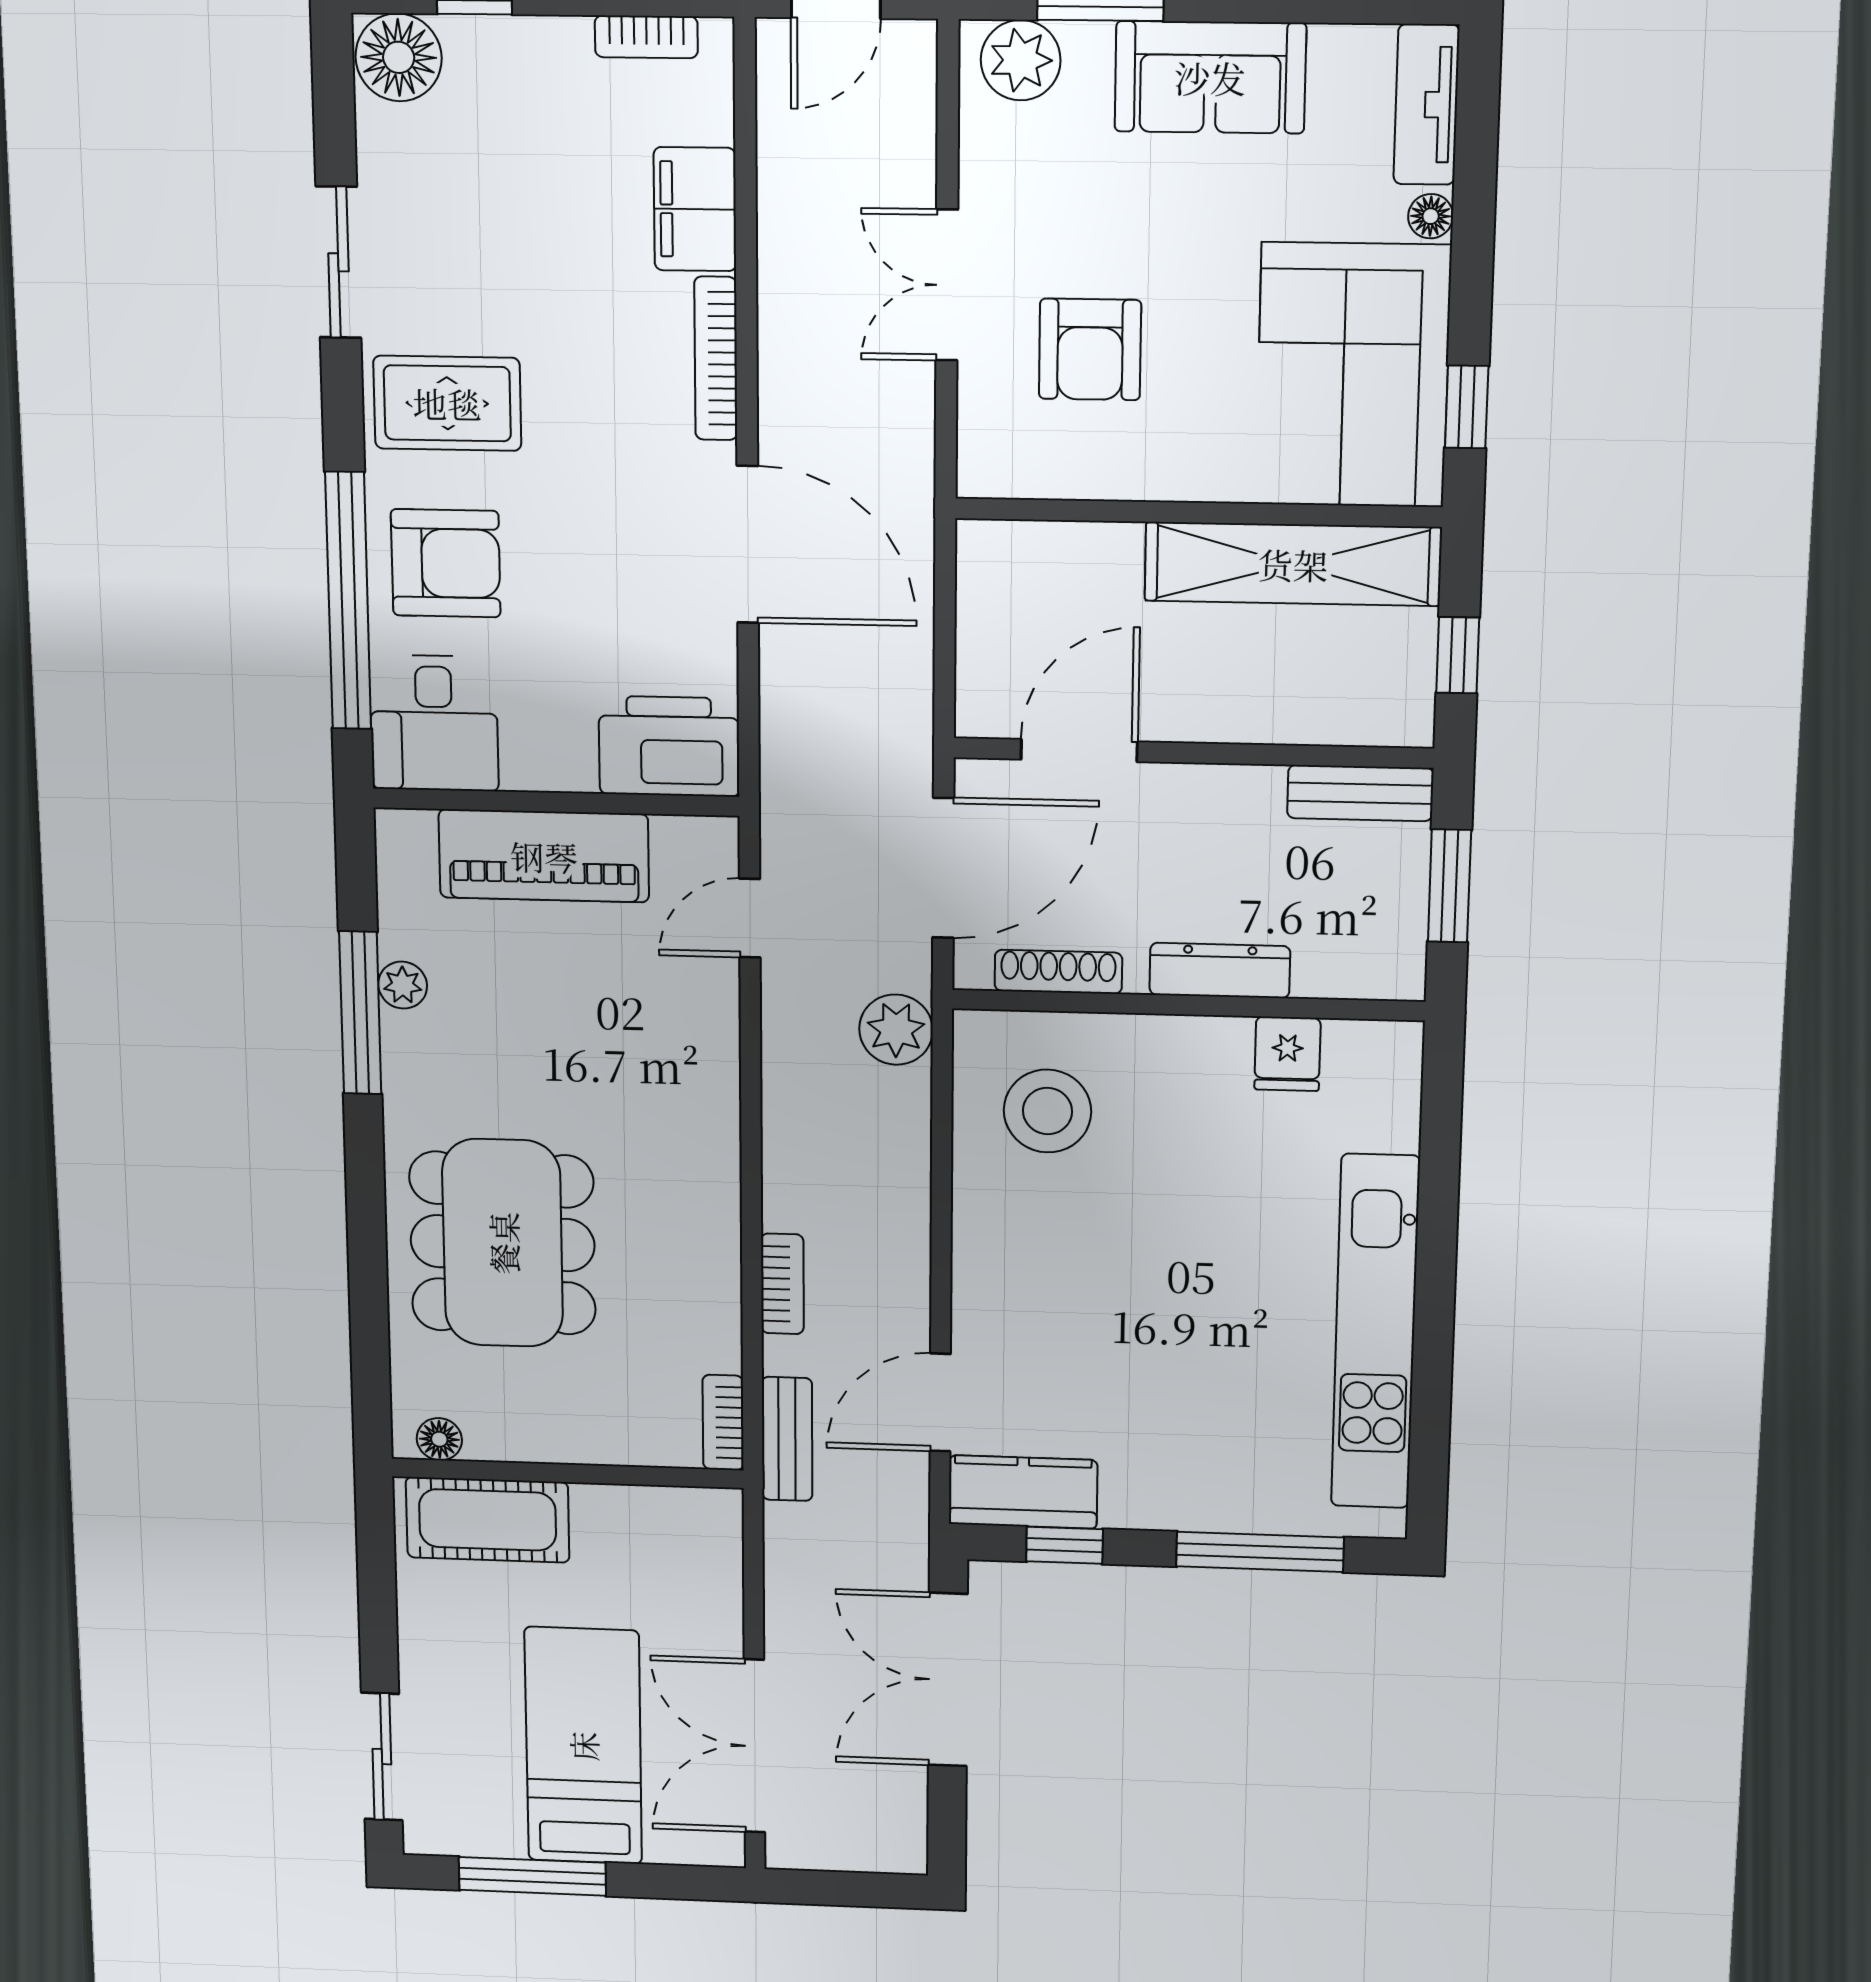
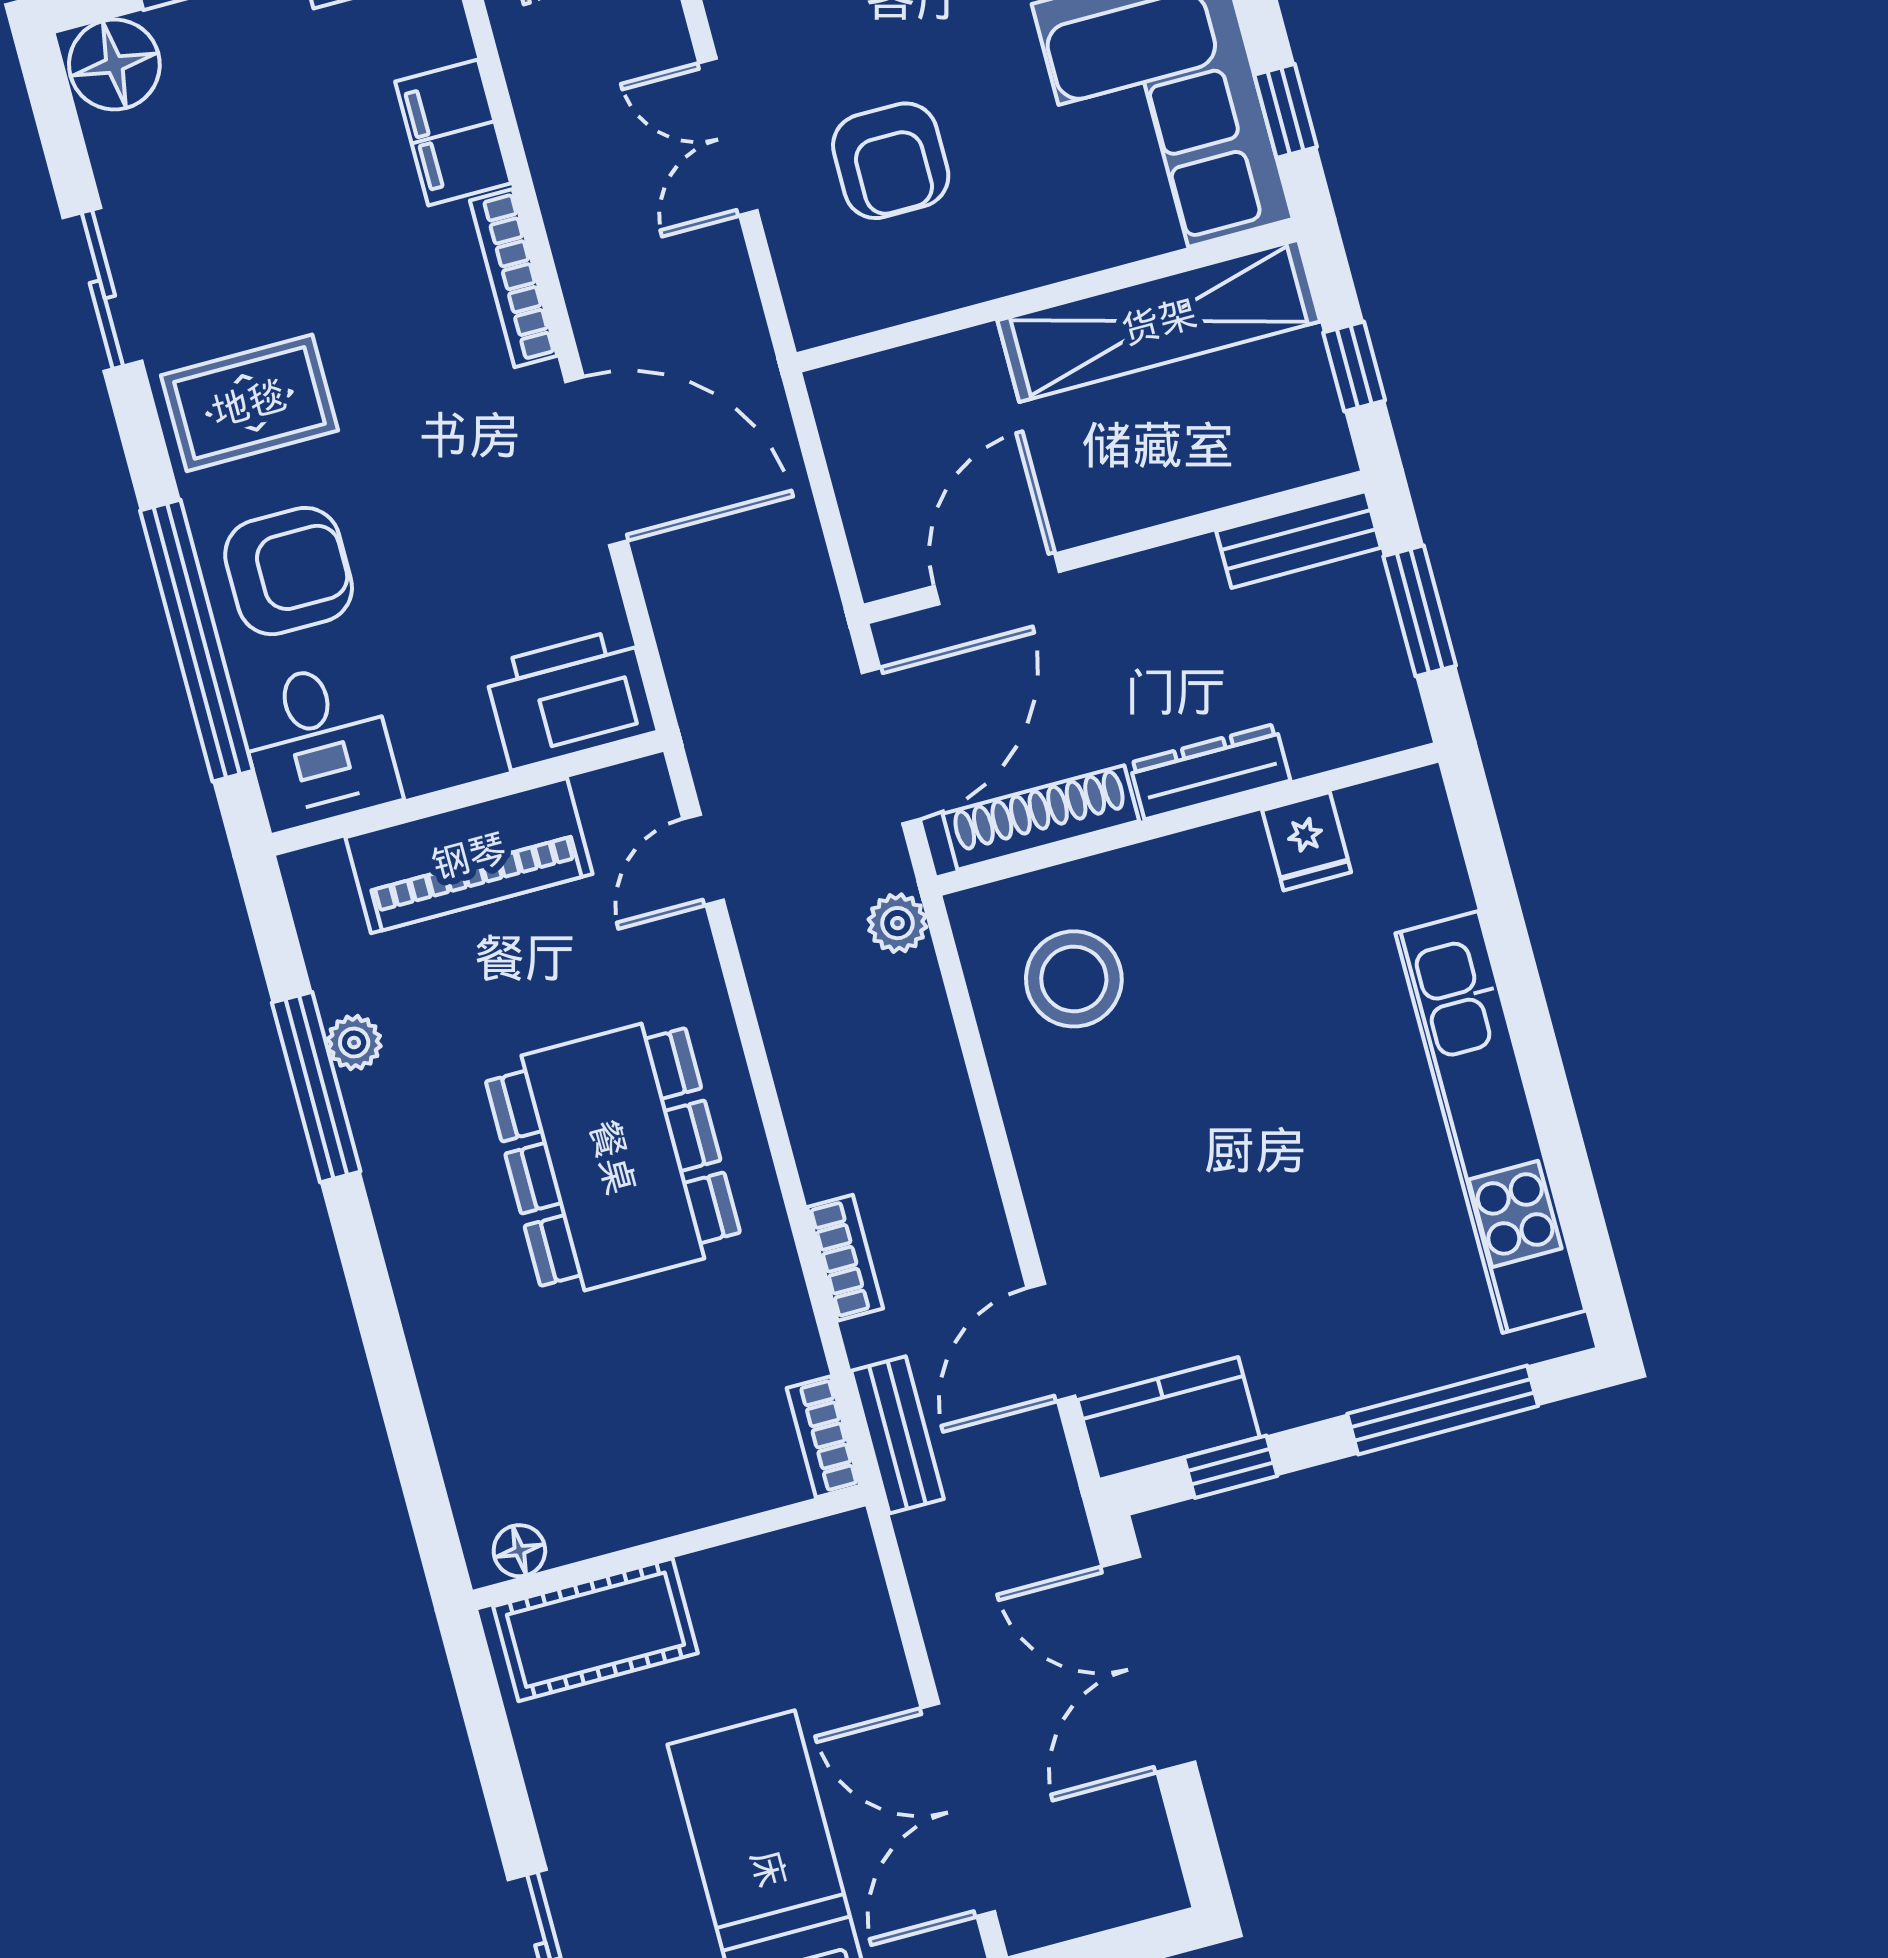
shoe rack: (1058, 972) -> (1041, 817), width x1.36, depth x1.24
plant: (896, 1030) -> (897, 923), width x0.73, depth x0.73
dining table: (503, 1243) -> (613, 1157), moved

